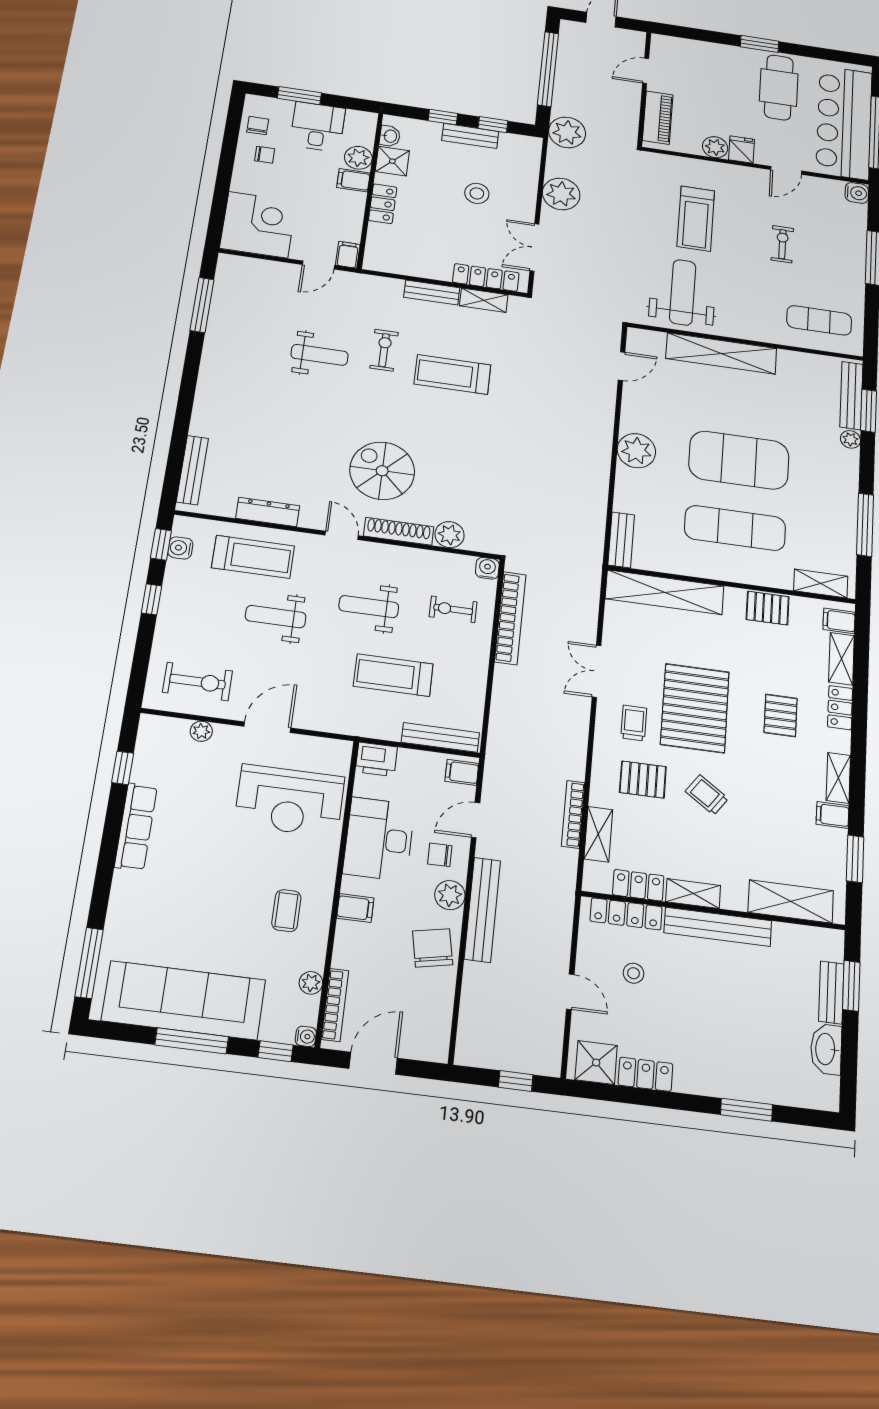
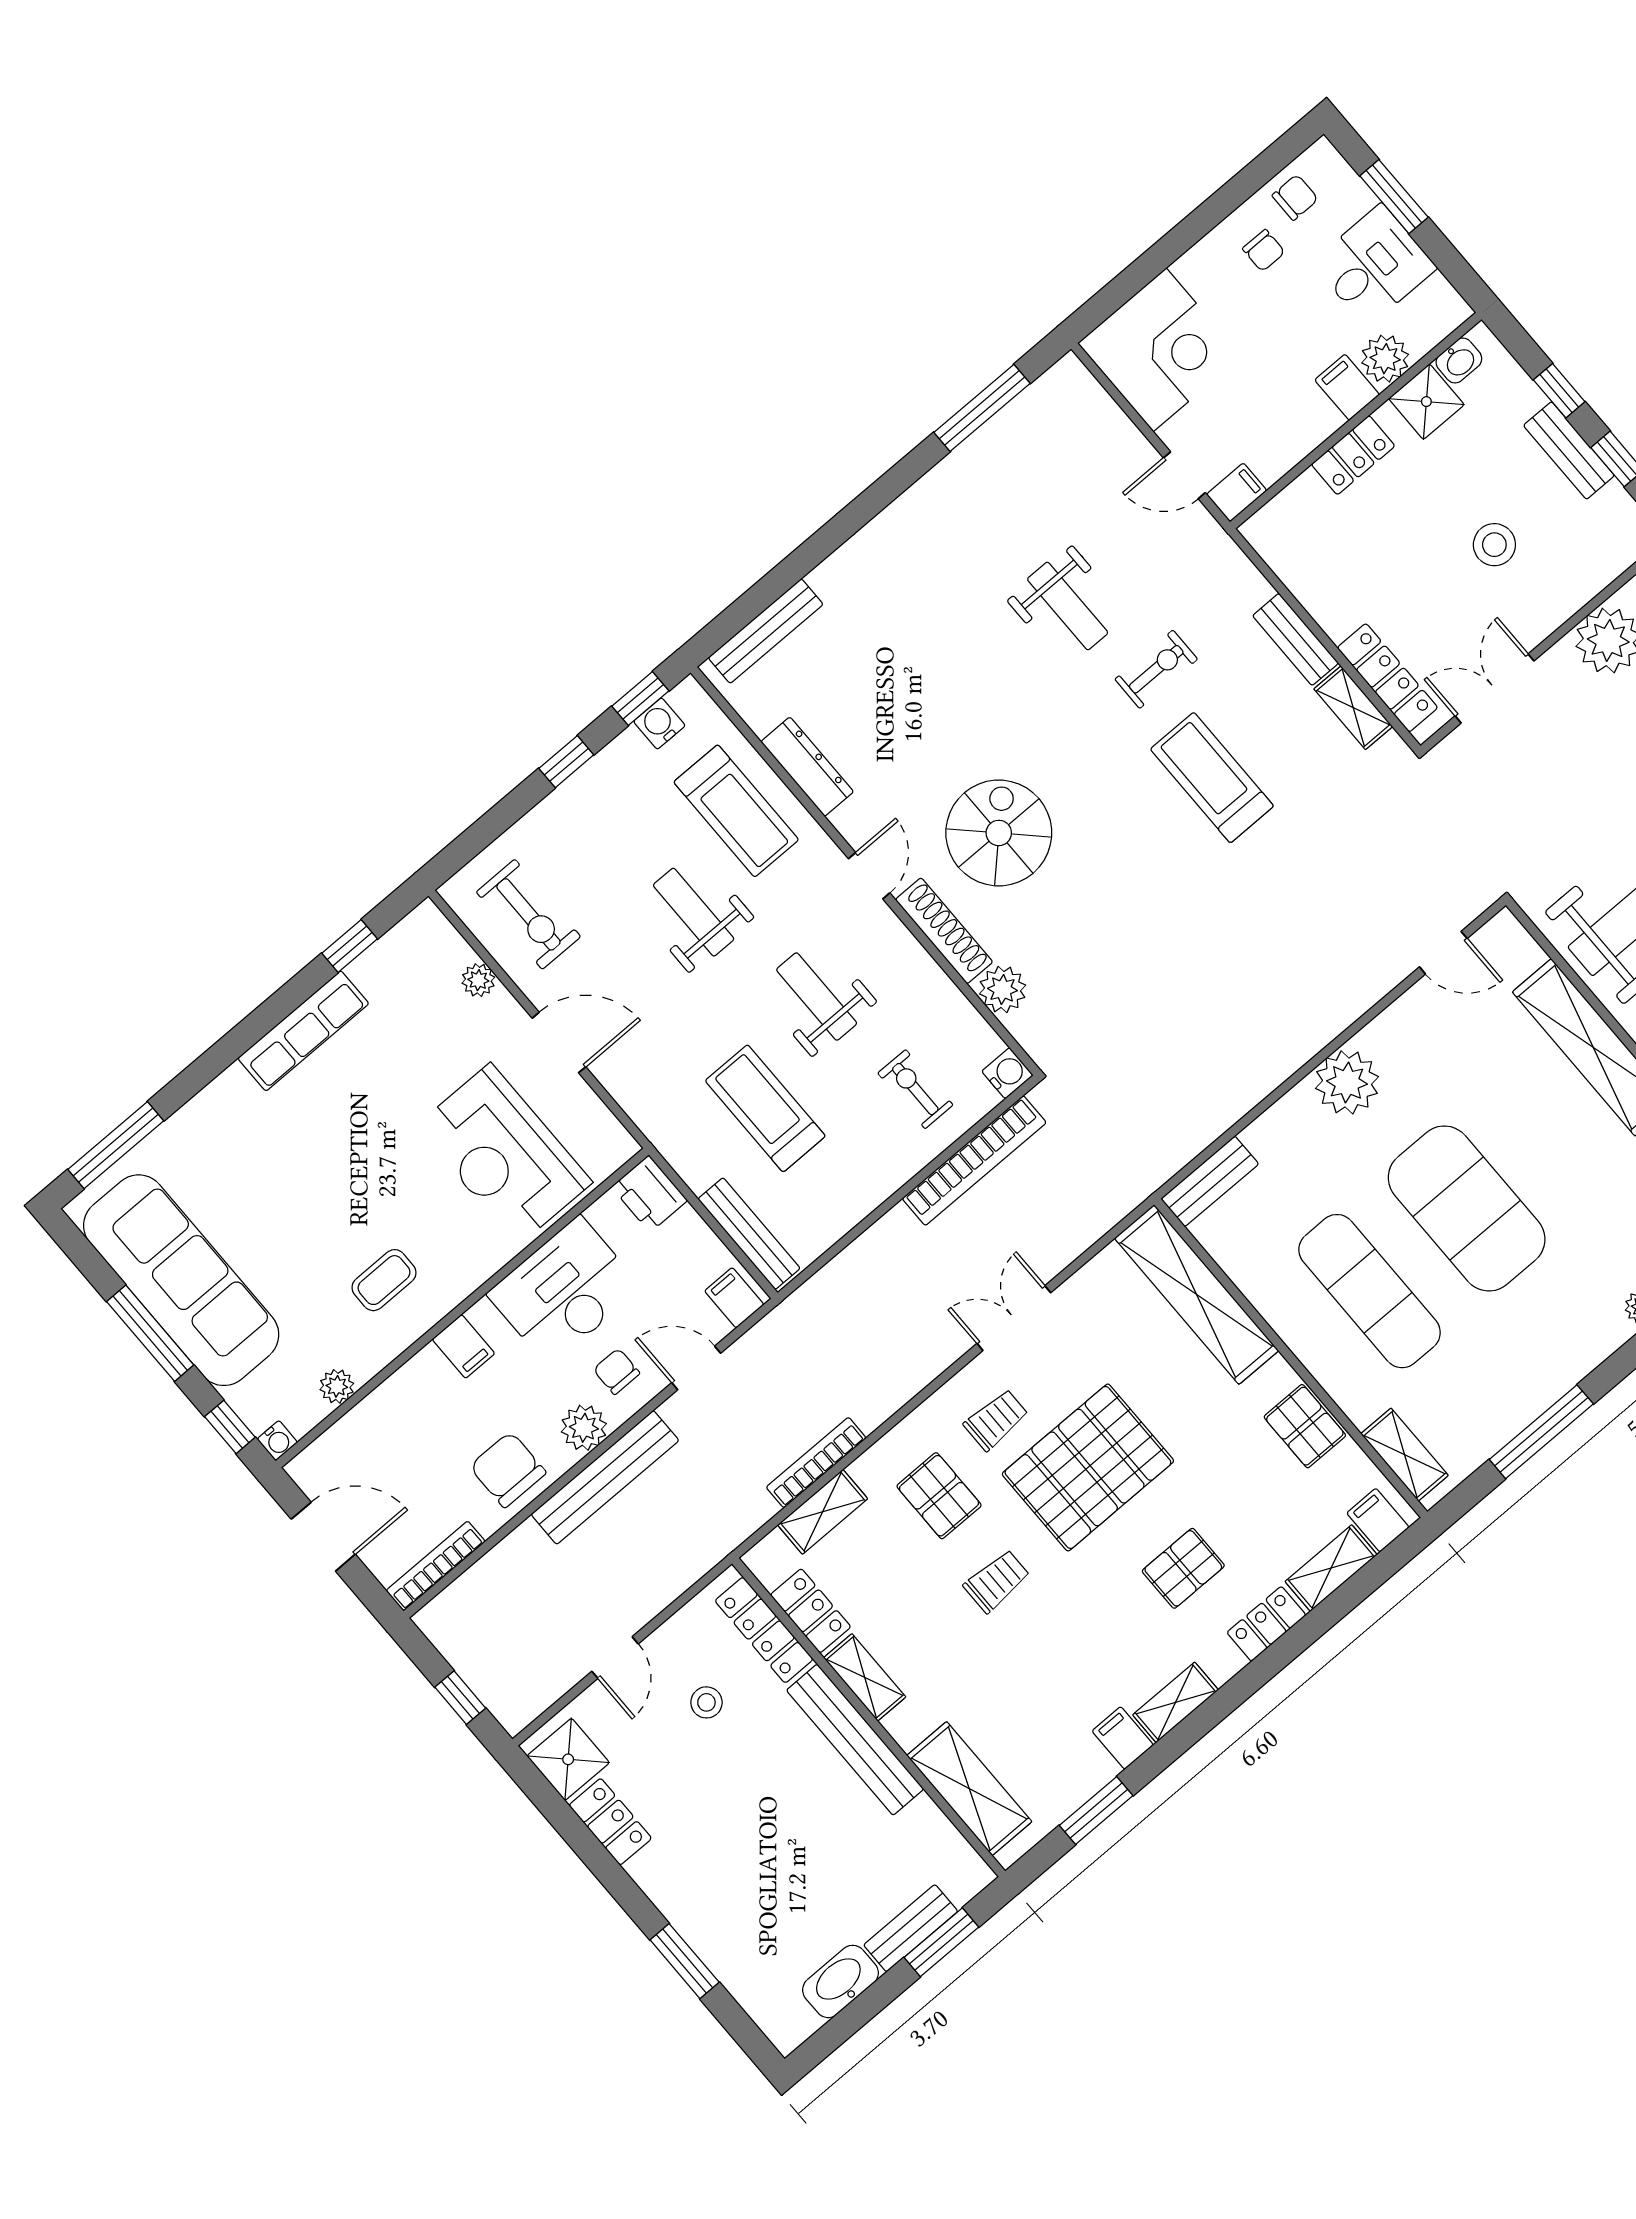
trolley: (707, 795) -> (997, 1581), turned 55
chair: (433, 948) -> (508, 1470), turned -79
bookcase: (335, 1005) -> (436, 1566), moved, turned 180

